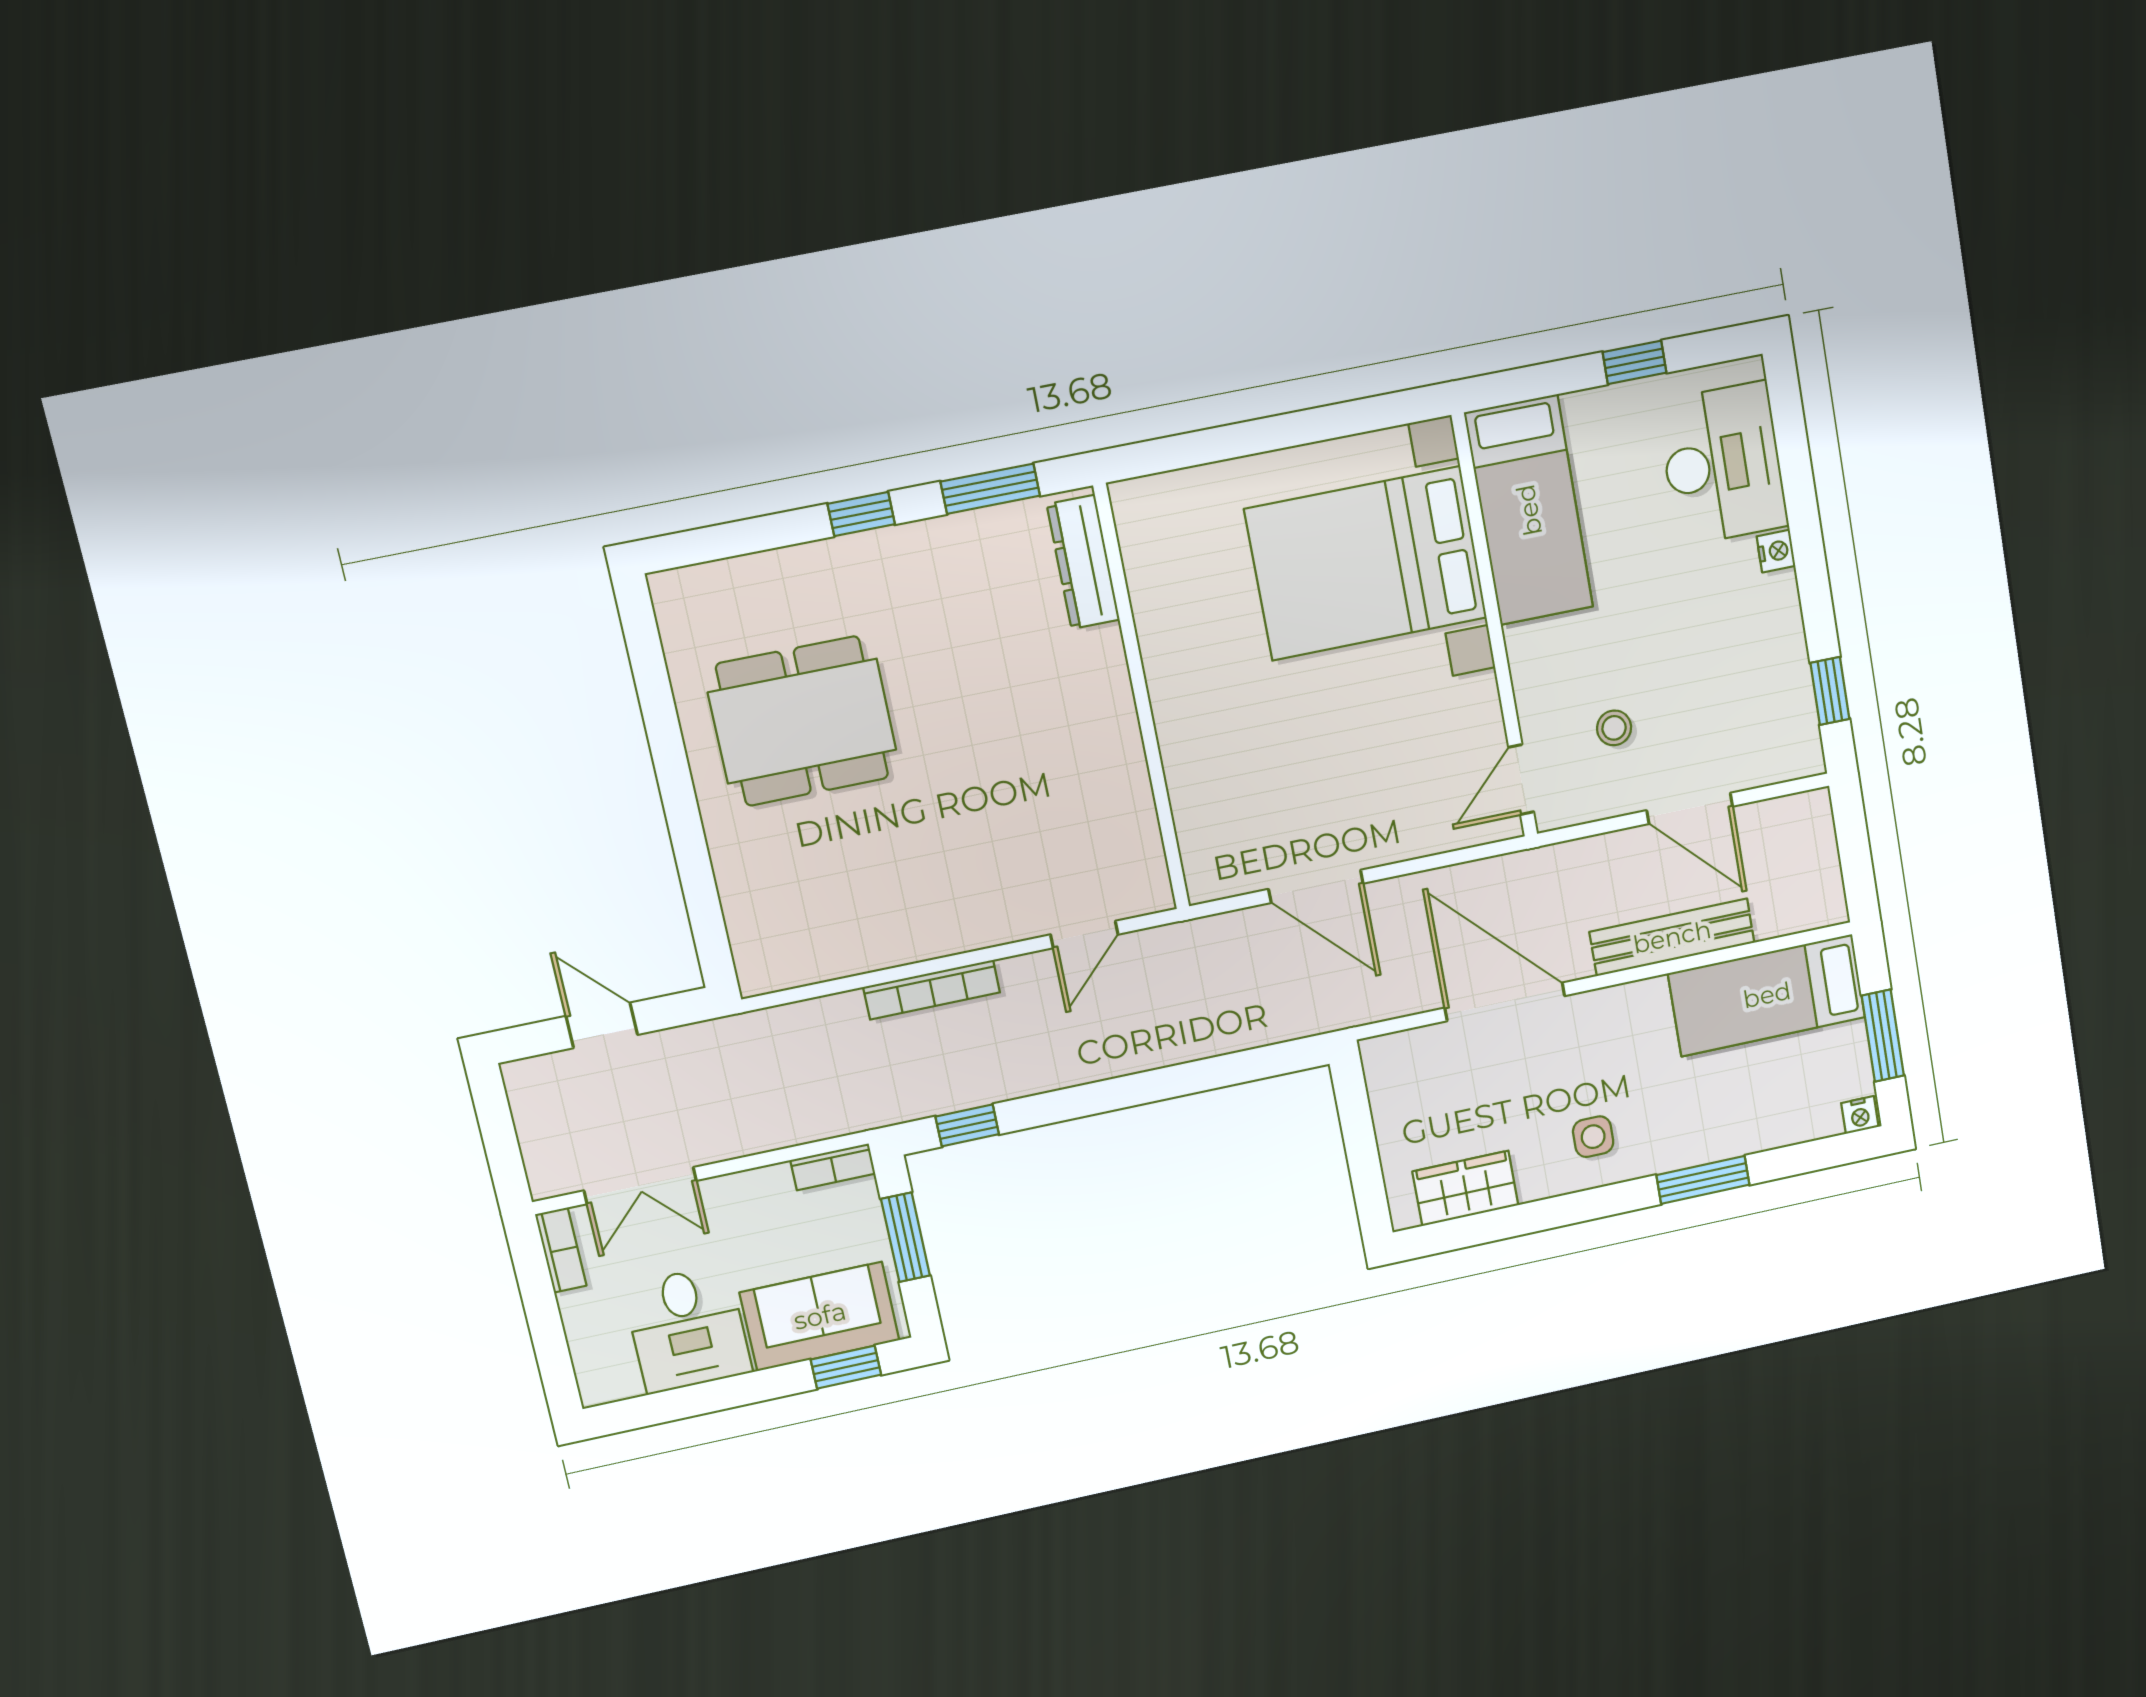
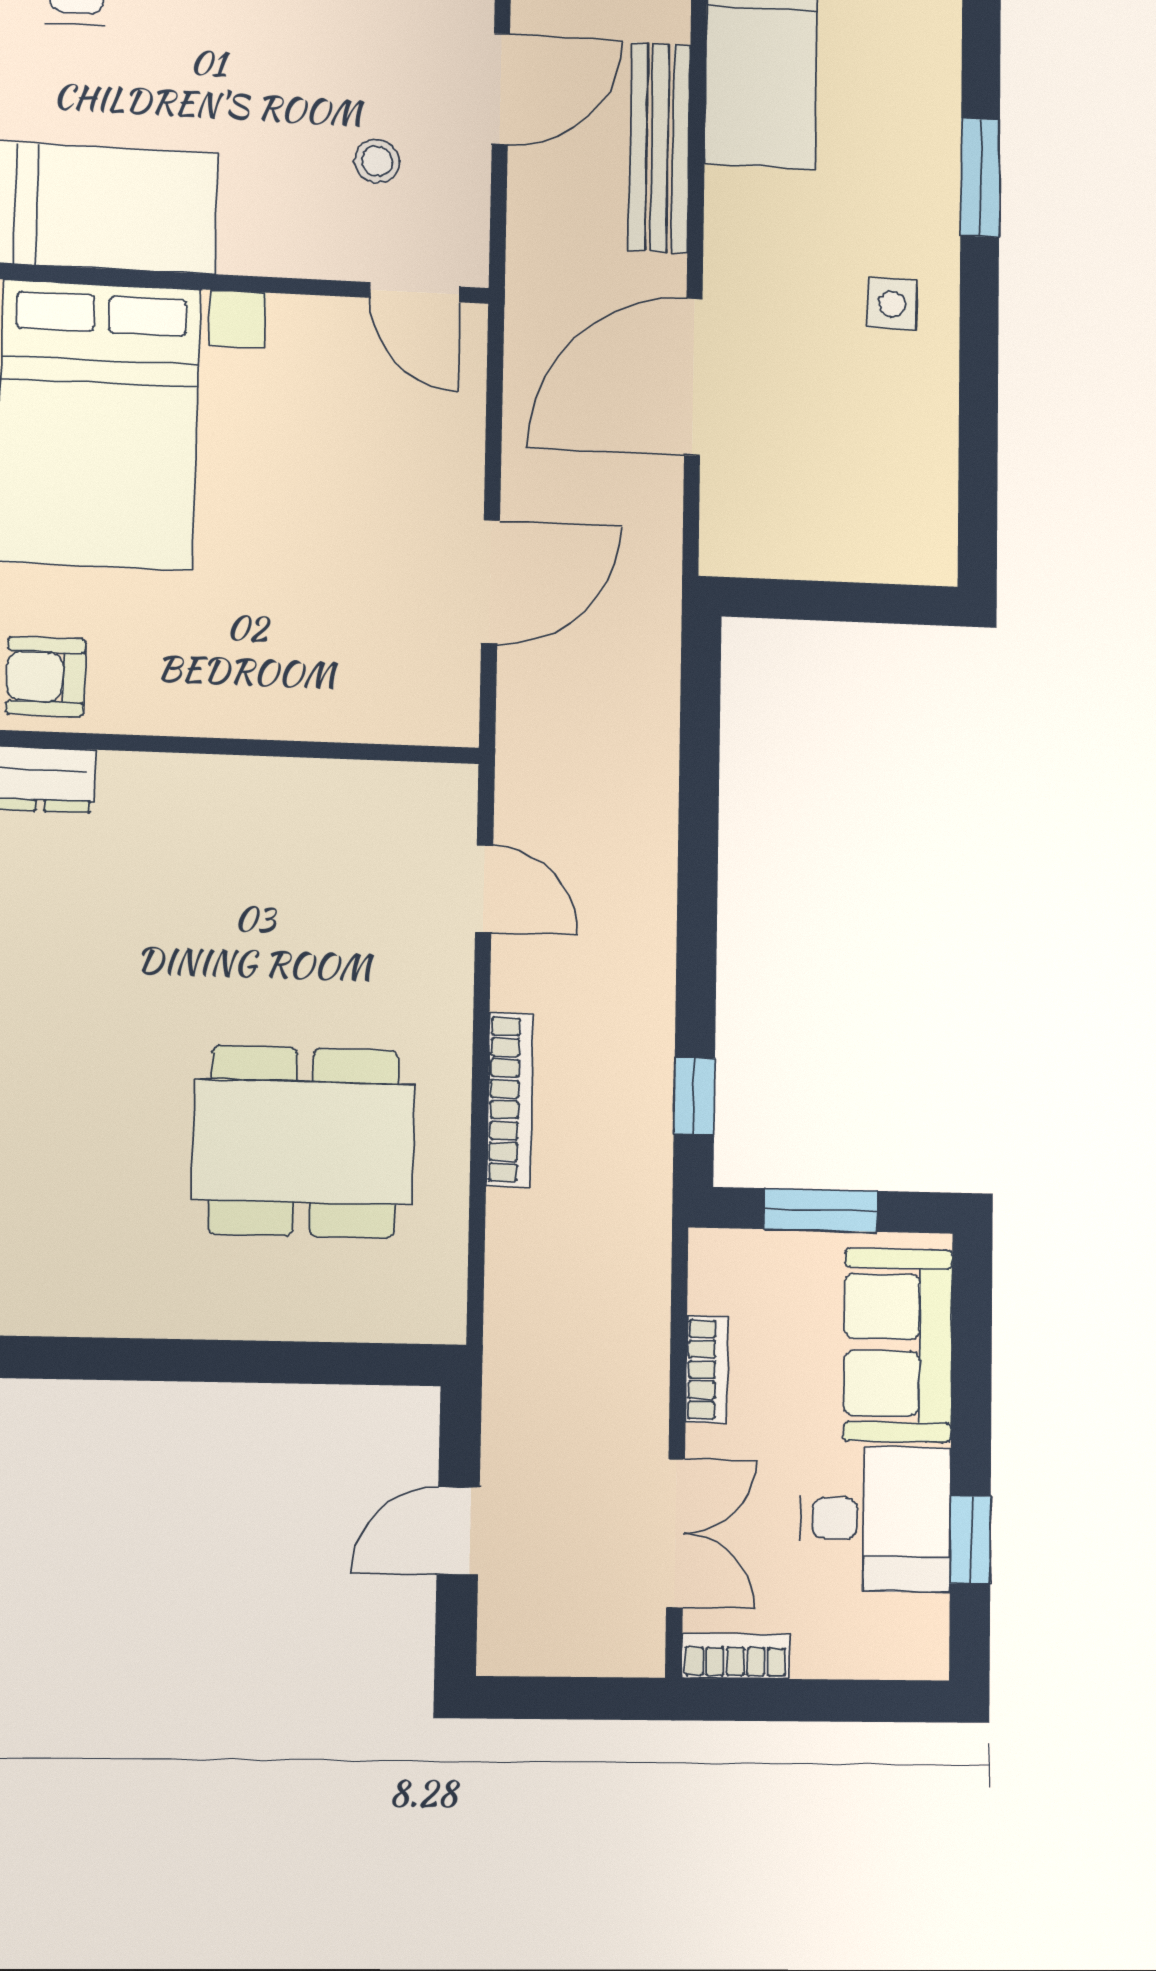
armchair: (1166, 569) -> (46, 677), added
dining table: (802, 721) -> (303, 1142), moved, turned 90
bookcase: (833, 1167) -> (707, 1370), moved
wardrobe: (1465, 1188) -> (922, 481), removed
window: (846, 1367) -> (970, 1540), moved

